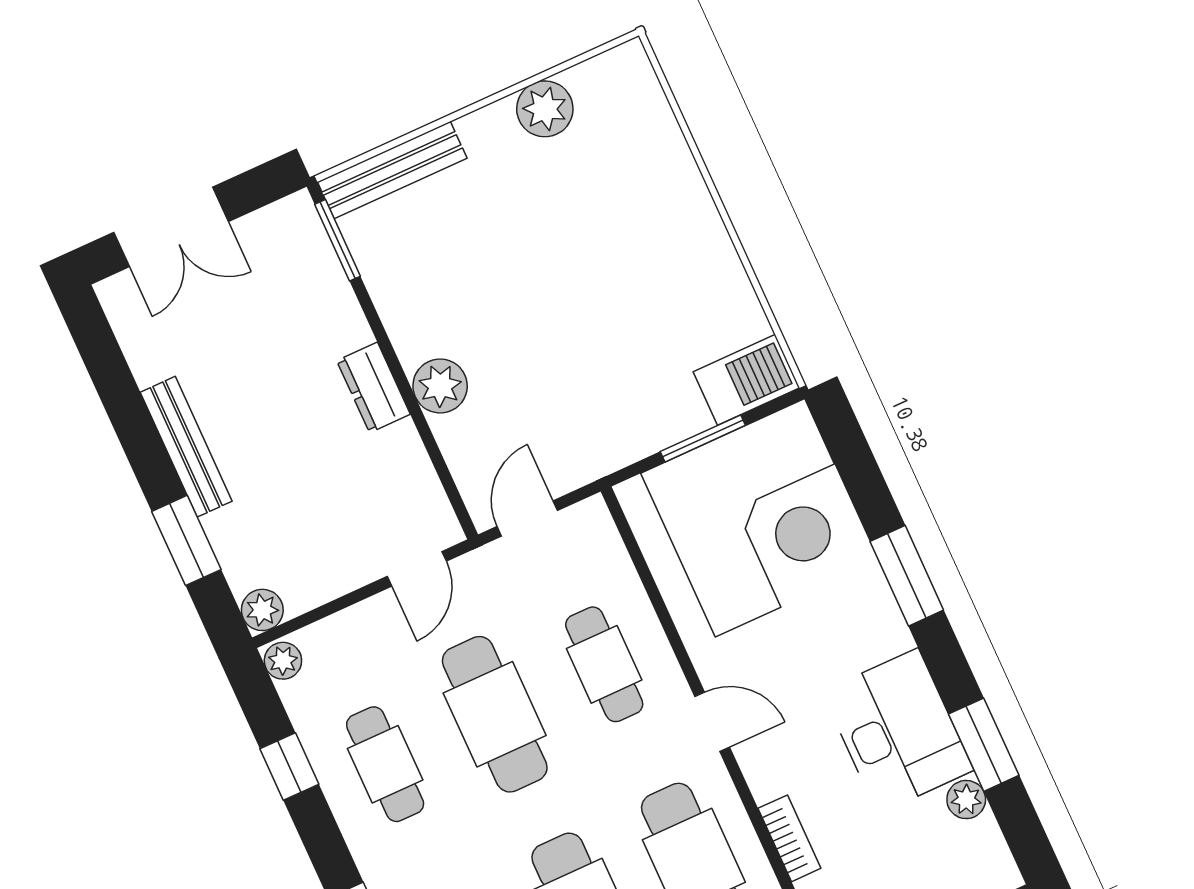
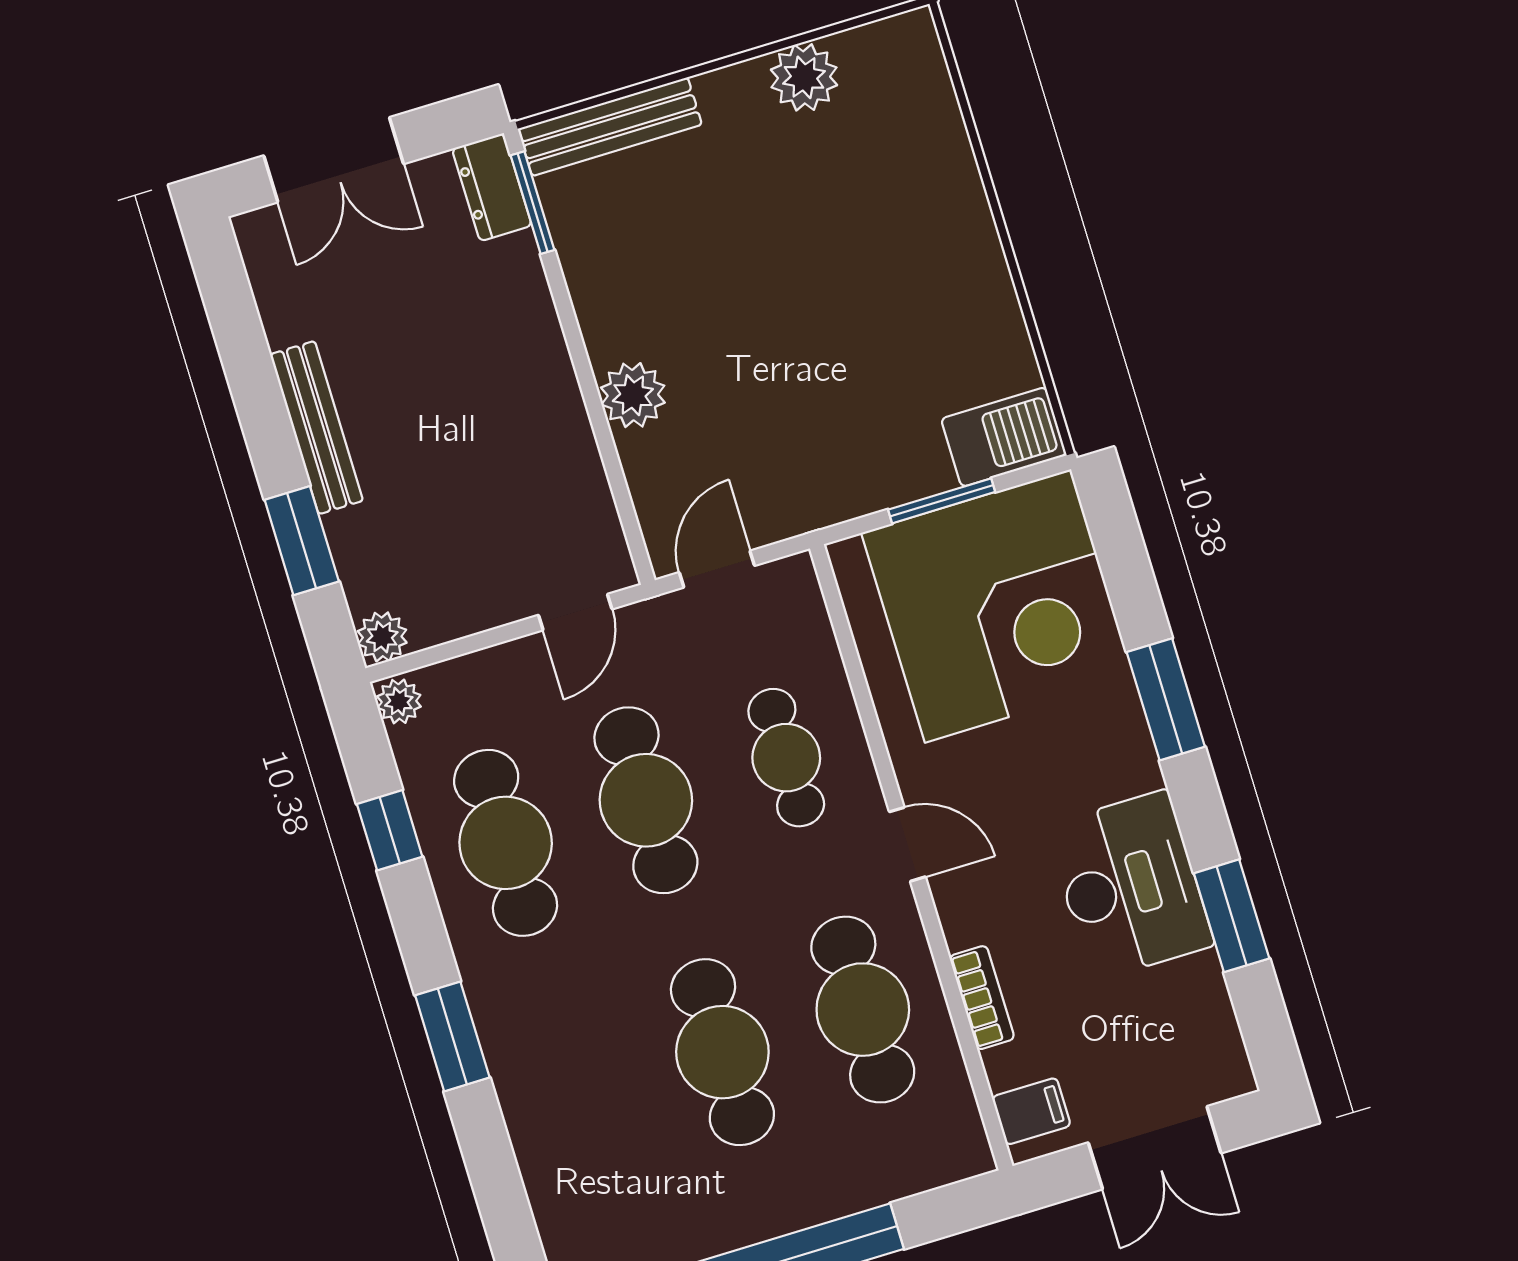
dresser: (374, 387) -> (492, 187), moved
cafe table: (385, 764) -> (506, 843), width x1.37, depth x1.35
plant: (966, 800) -> (1202, 979), removed

